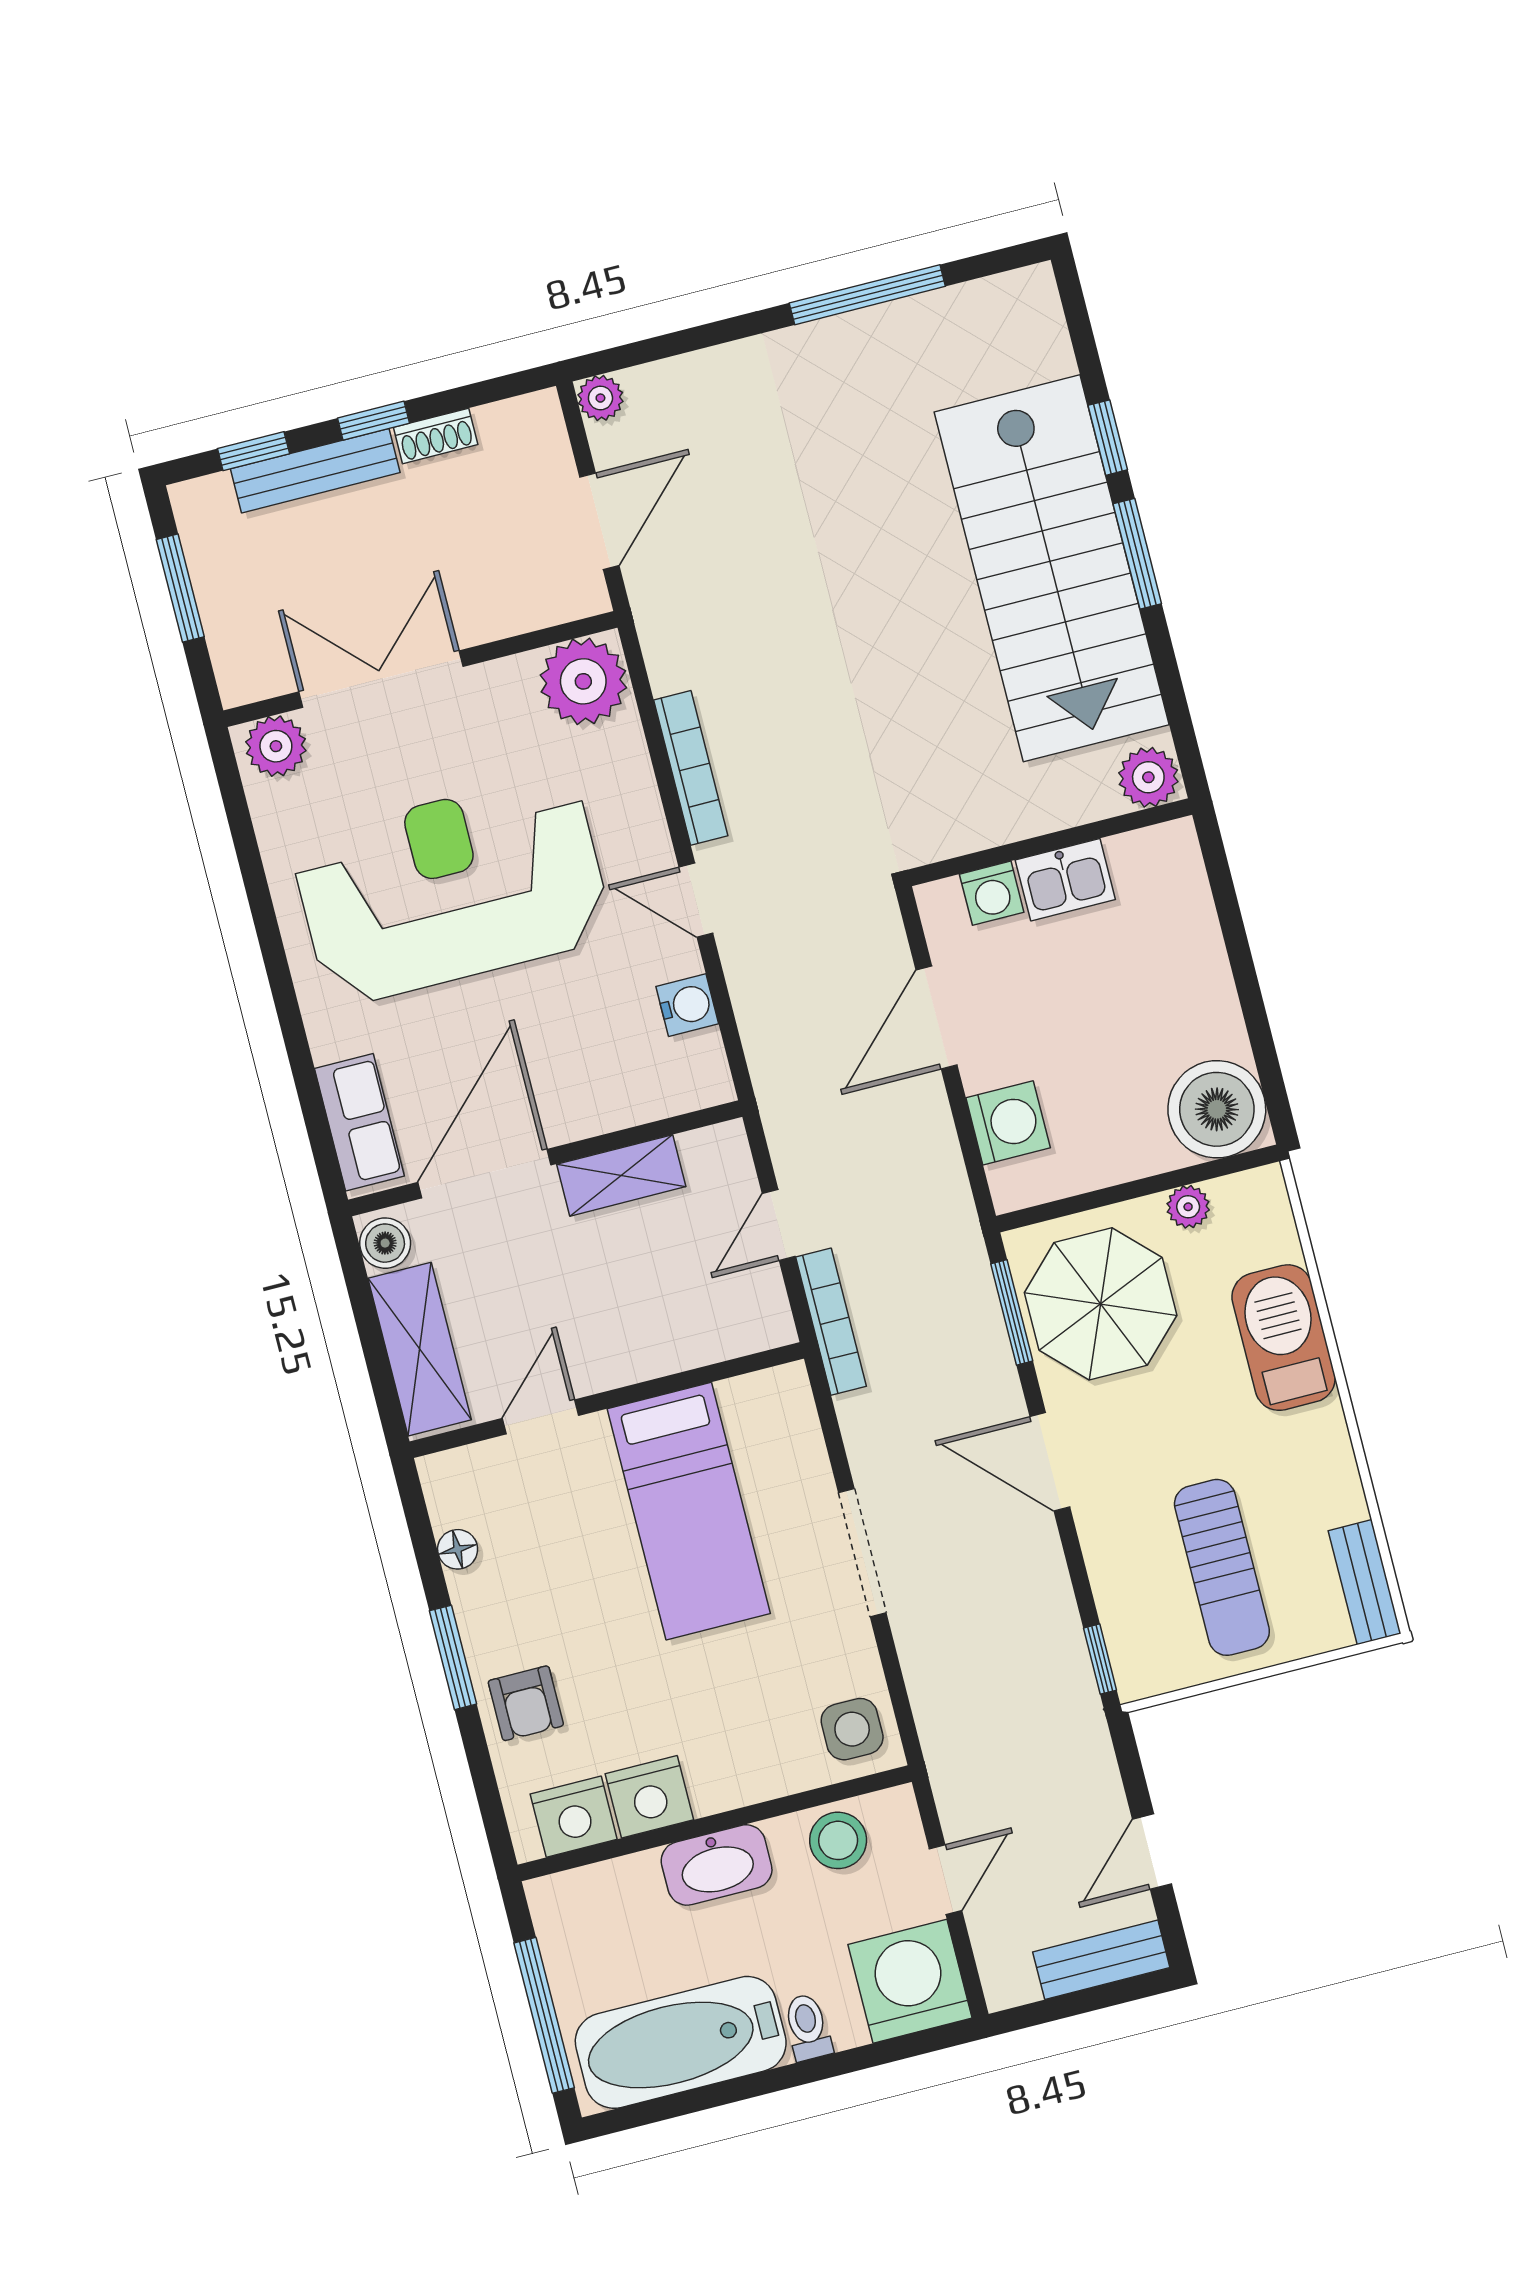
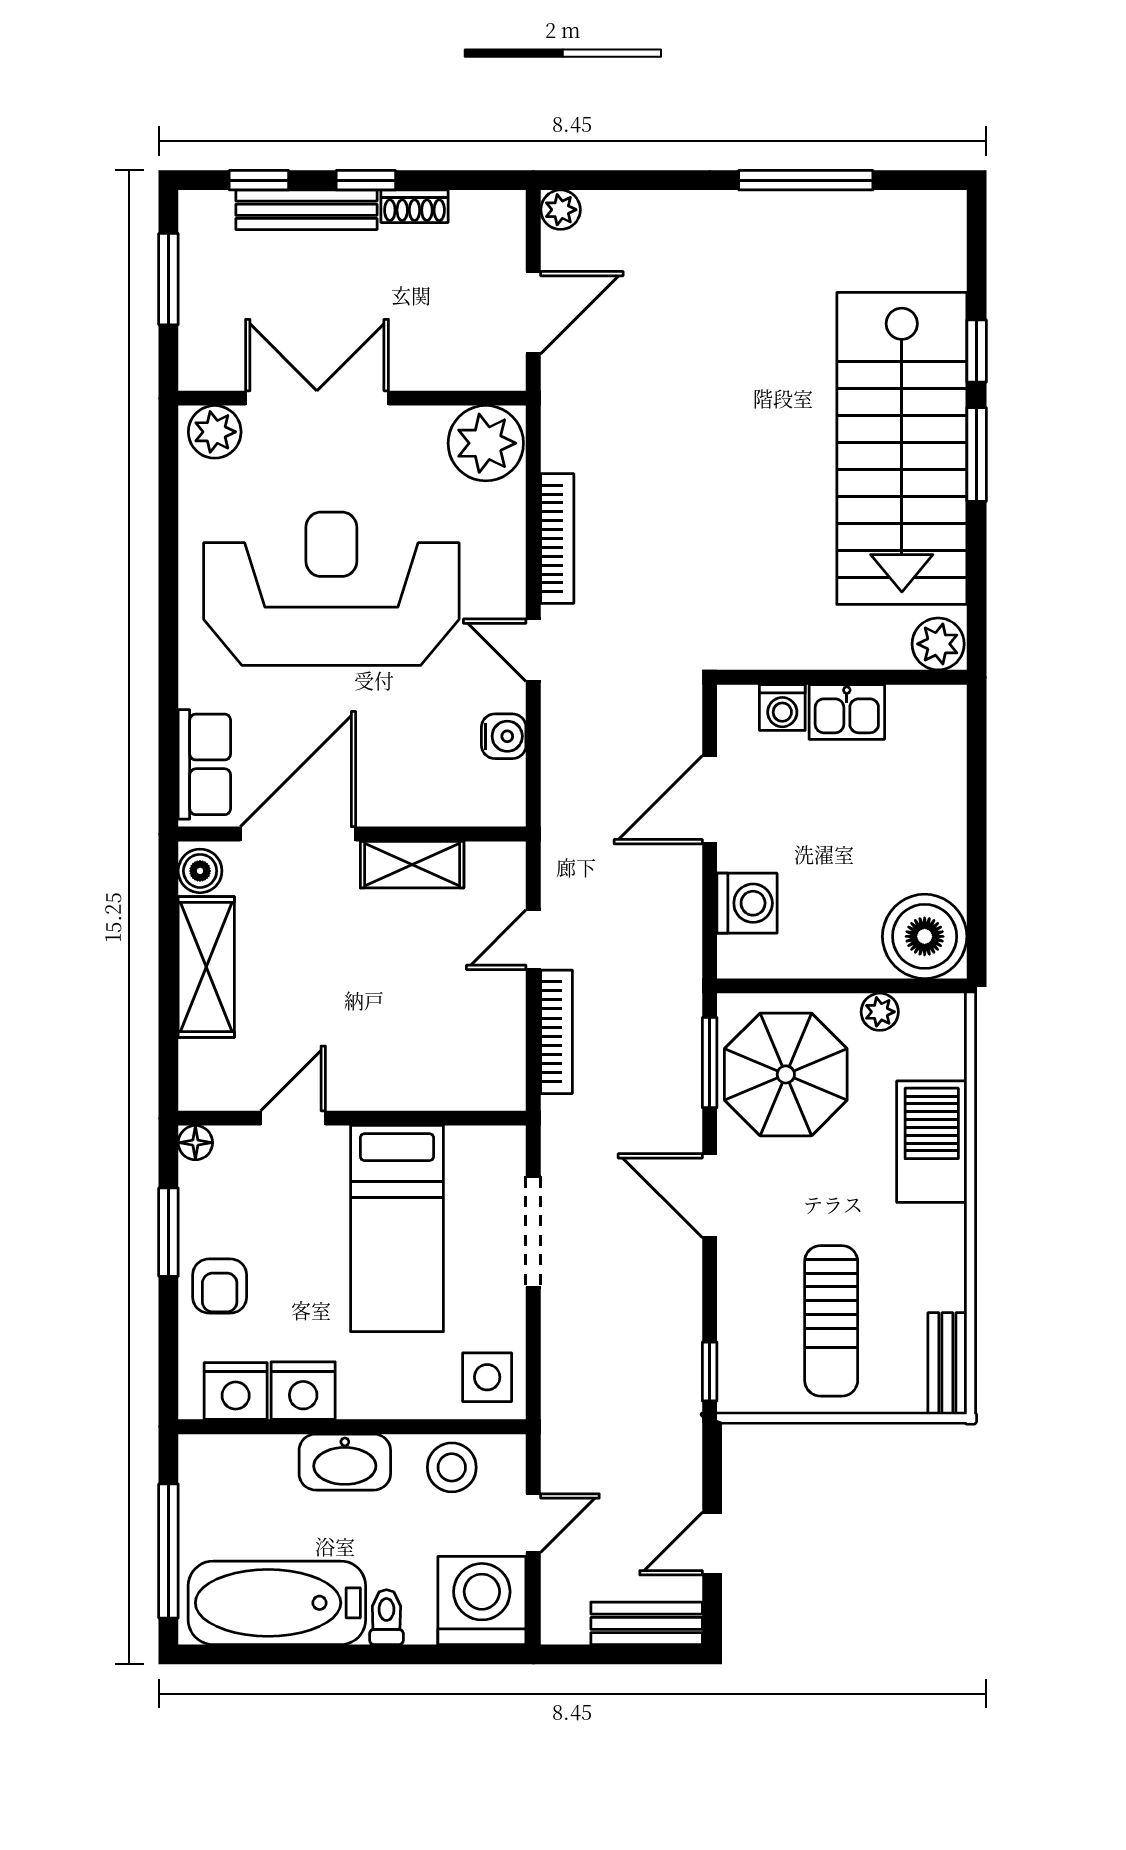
wall: (607, 1400) -> (352, 1118), moved
door: (541, 1417) -> (293, 1118), moved
bed: (689, 1511) -> (397, 1229), moved

